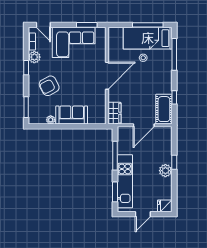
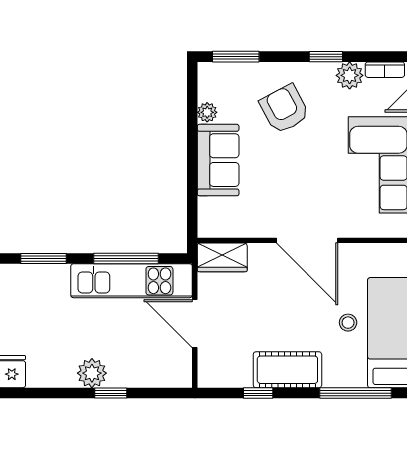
cot: (164, 109) -> (287, 370), moved
kitchen unit: (125, 181) -> (132, 281), moved

